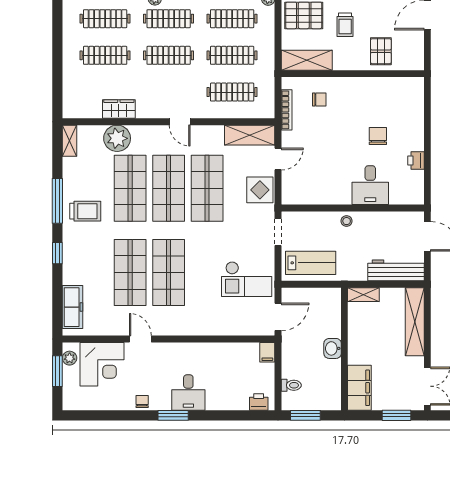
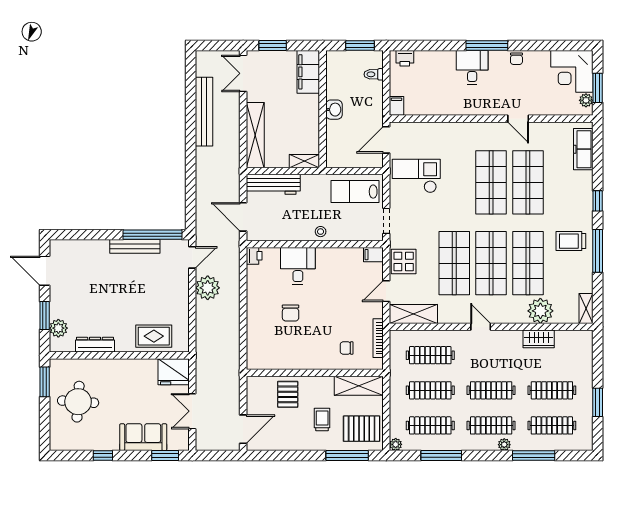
window: (57, 43) -> (598, 402), added
printer: (416, 161) -> (254, 256), moved
filing cabinet: (292, 197) -> (373, 255), added
corner desk: (102, 364) -> (572, 71), moved, turned -90
window: (173, 415) -> (487, 45), width x1.44

